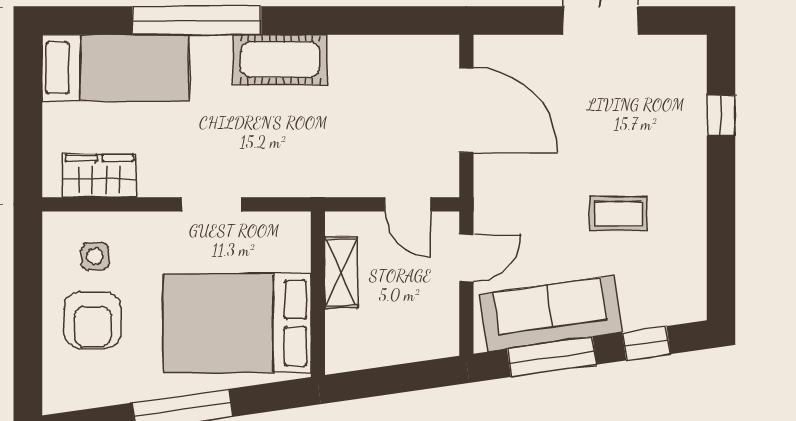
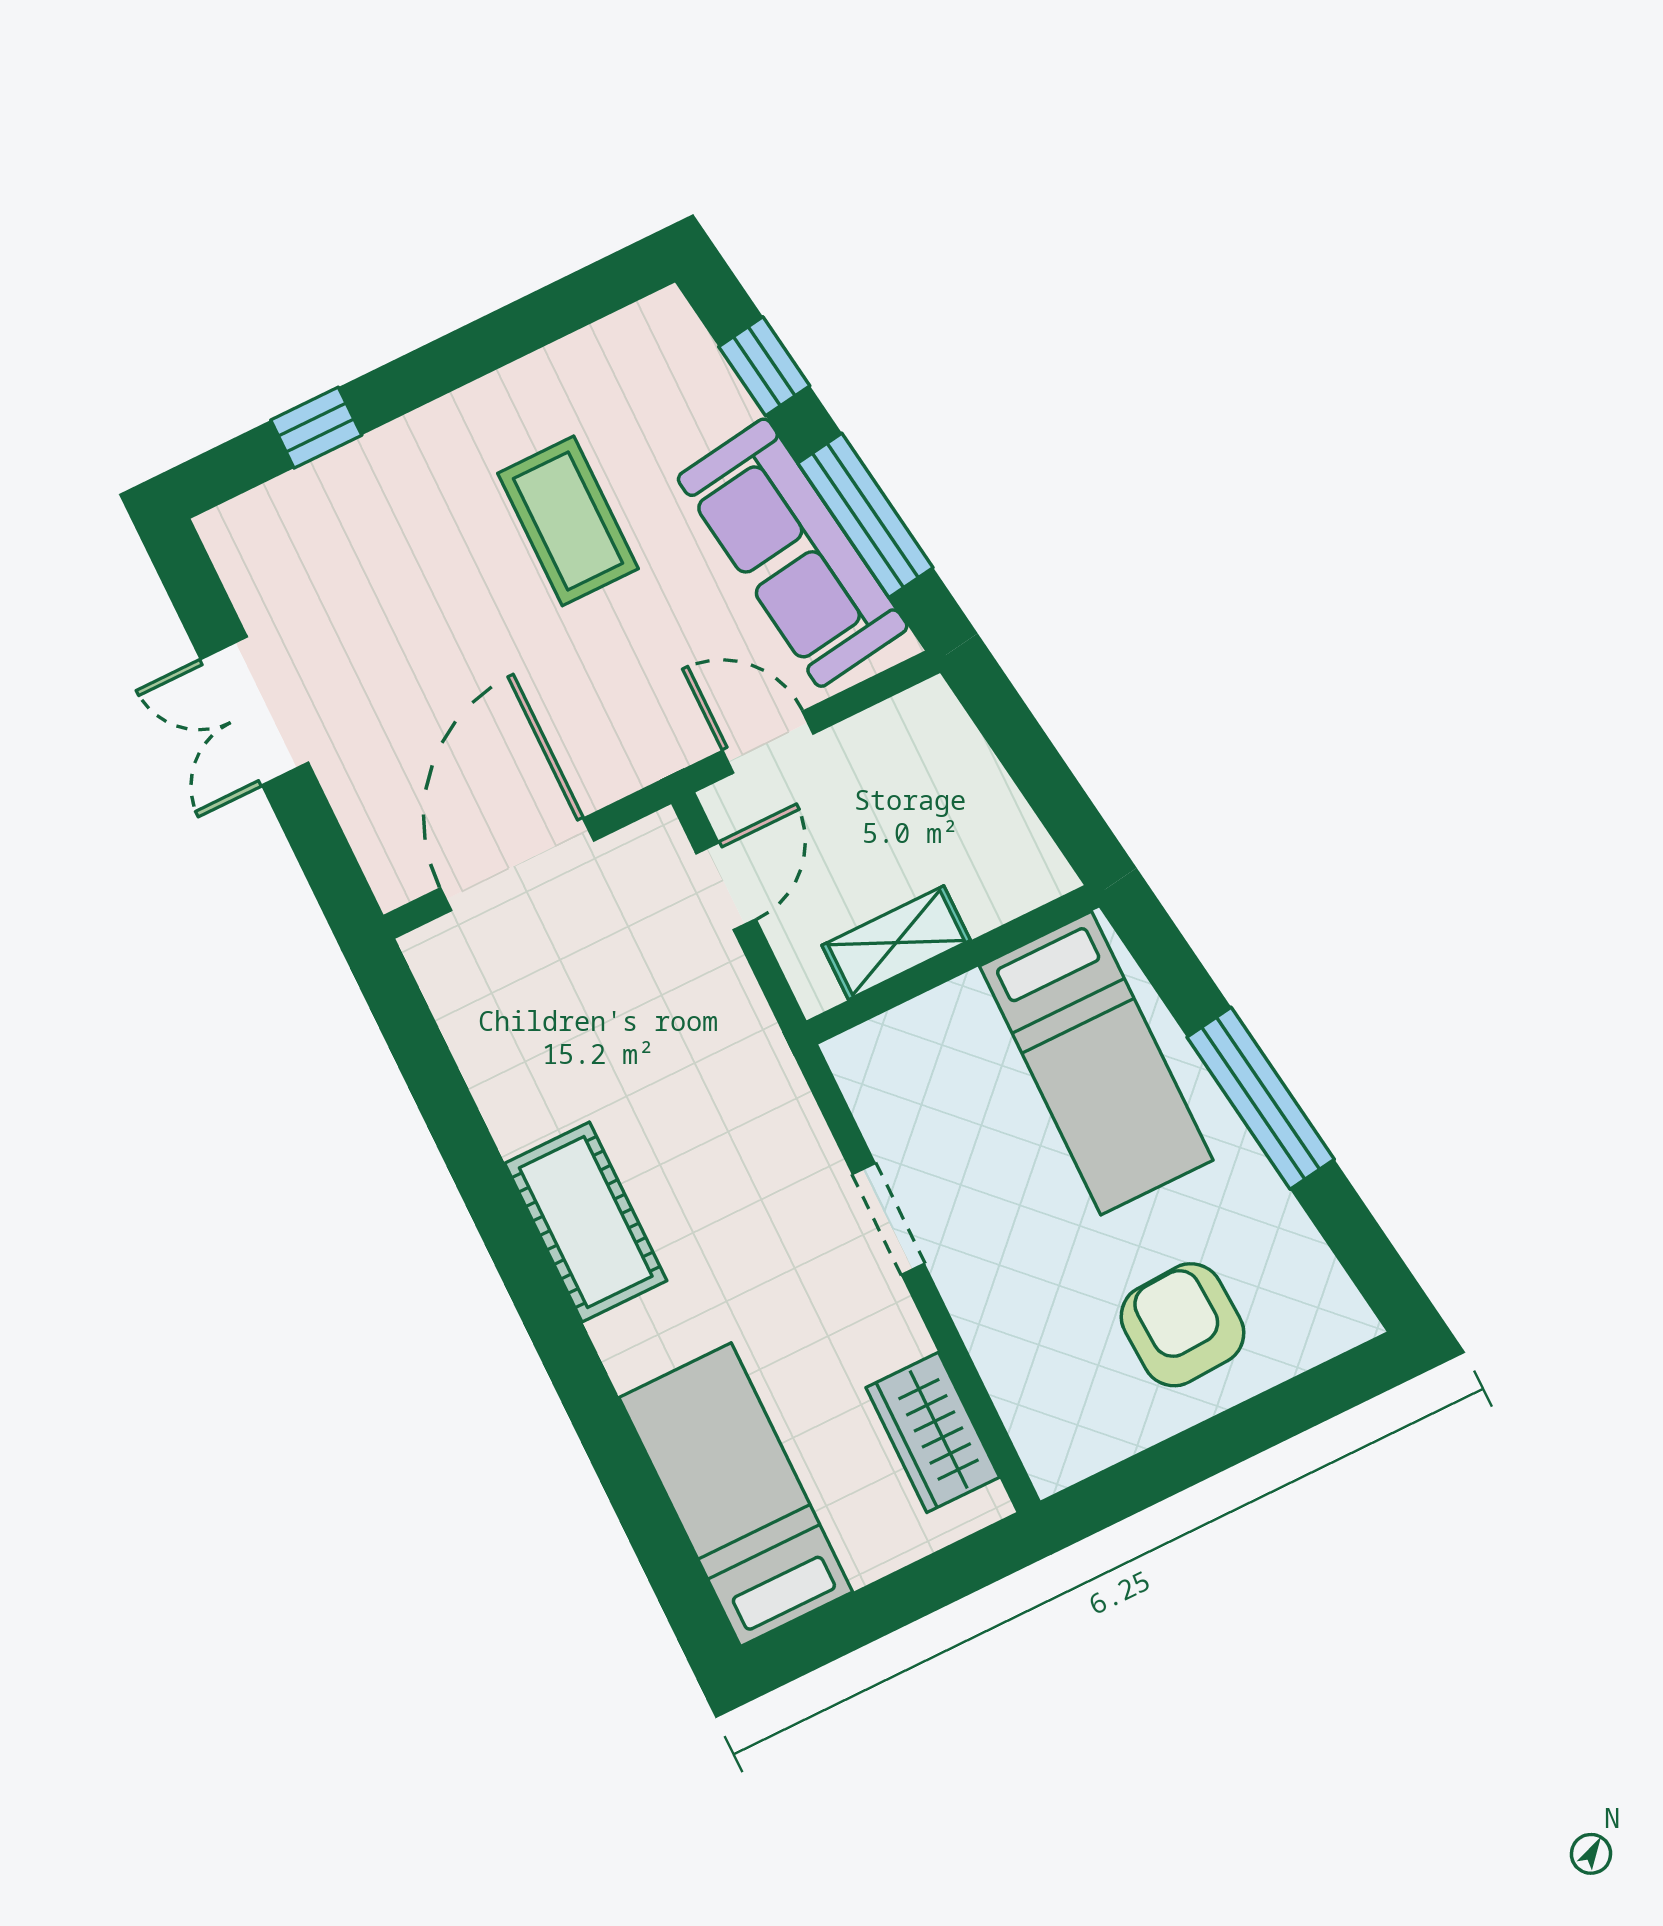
window: (197, 21) -> (589, 1396), removed
coffee table: (618, 214) -> (568, 521), width x1.36, depth x1.30
side table: (95, 256) -> (1073, 1373), removed
armchair: (93, 320) -> (1182, 1325), turned -93
bed: (237, 323) -> (1096, 1063), width x0.67

